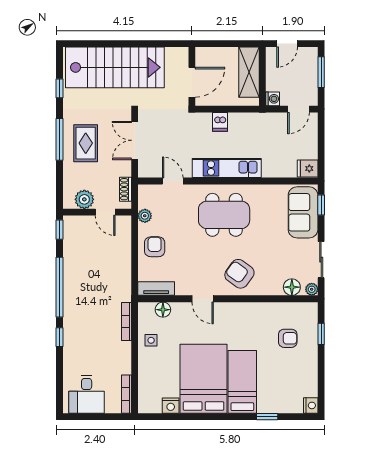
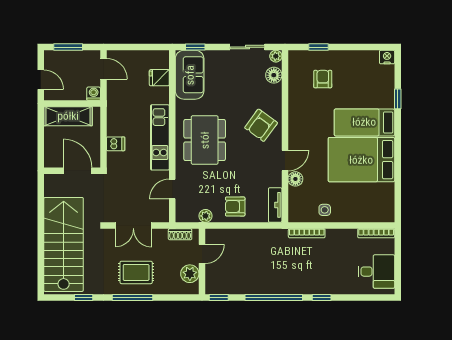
fridge: (308, 168) -> (159, 78), moved, turned 90
sofa: (303, 212) -> (190, 75), moved, turned -90
floor lamp: (163, 310) -> (295, 179), moved
nightstand: (171, 406) -> (387, 191), removed

